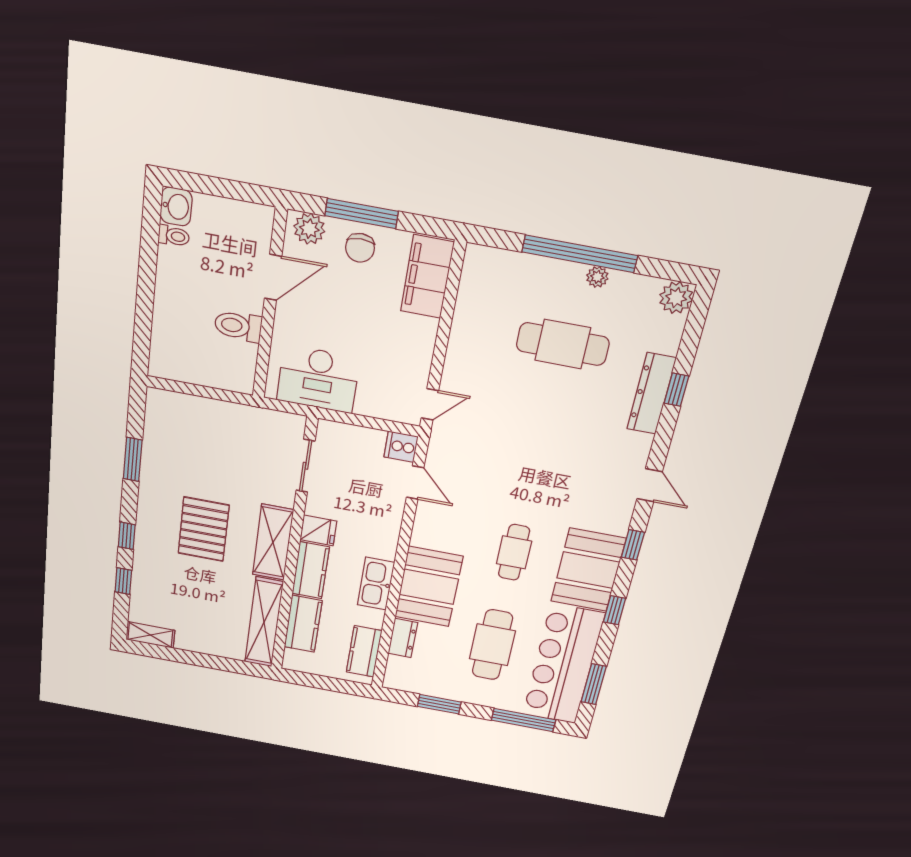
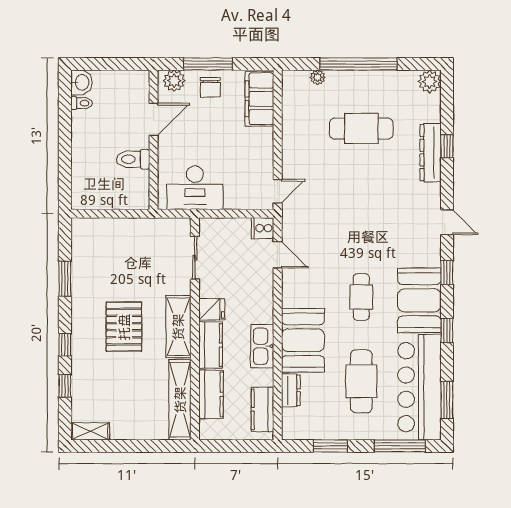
plant: (597, 277) -> (318, 77), moved

